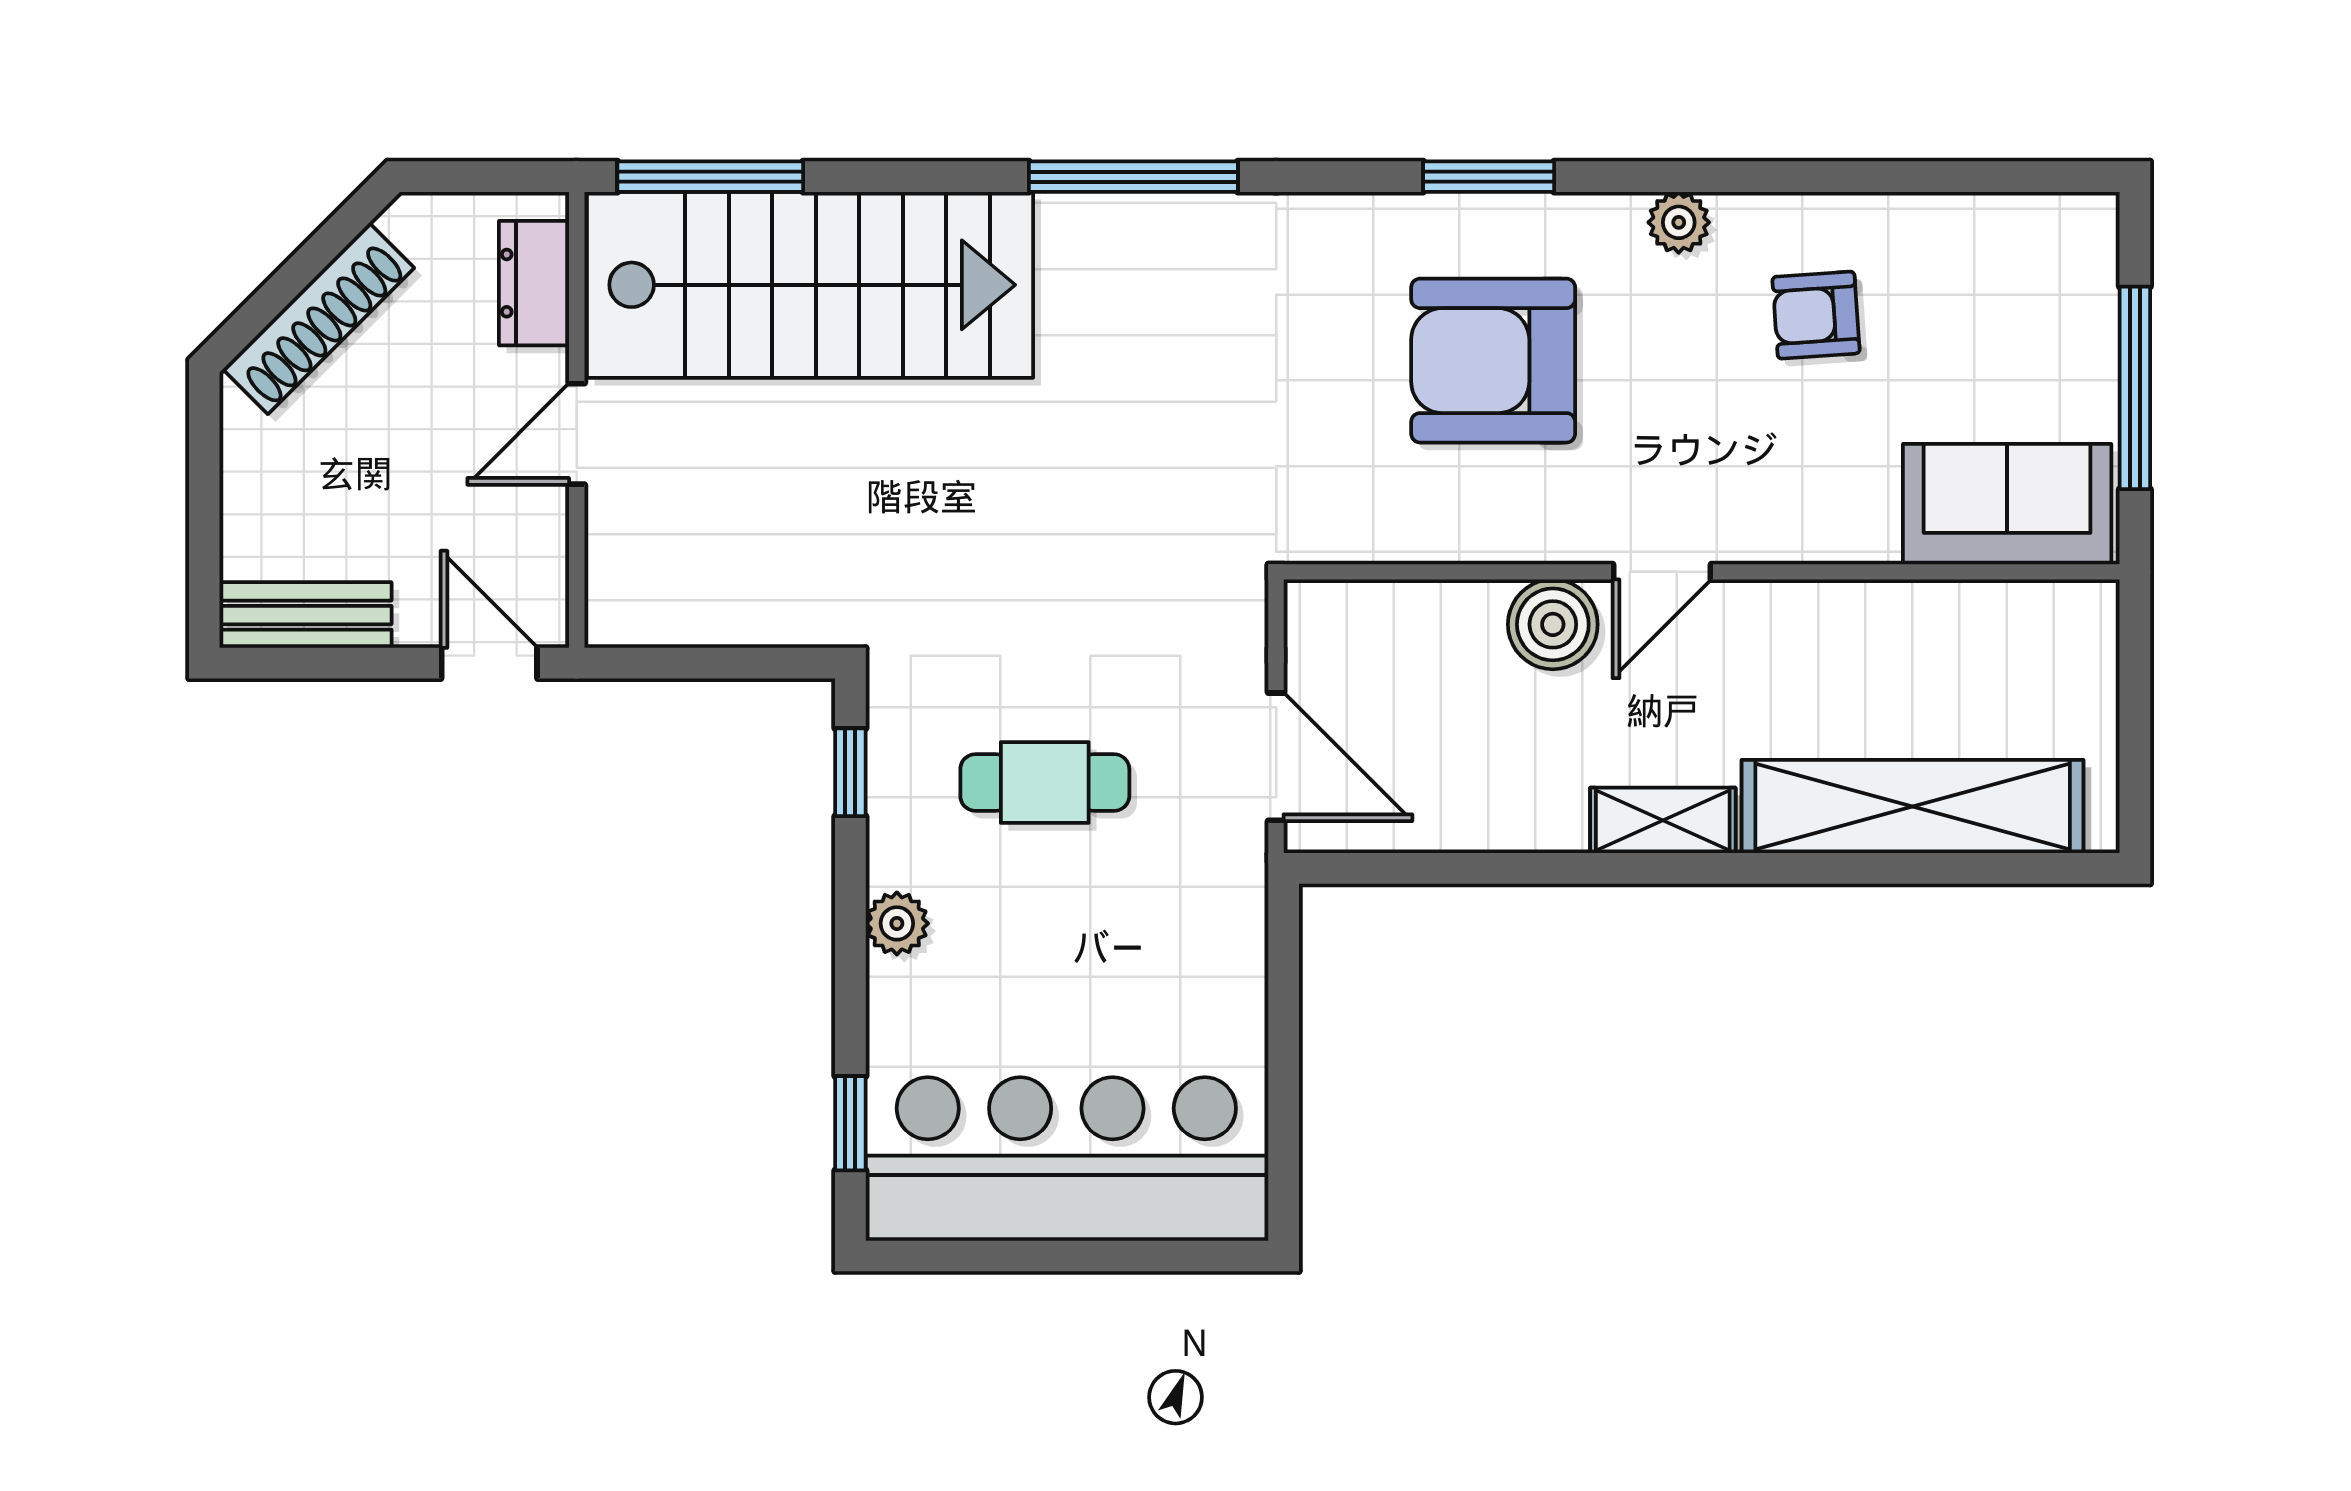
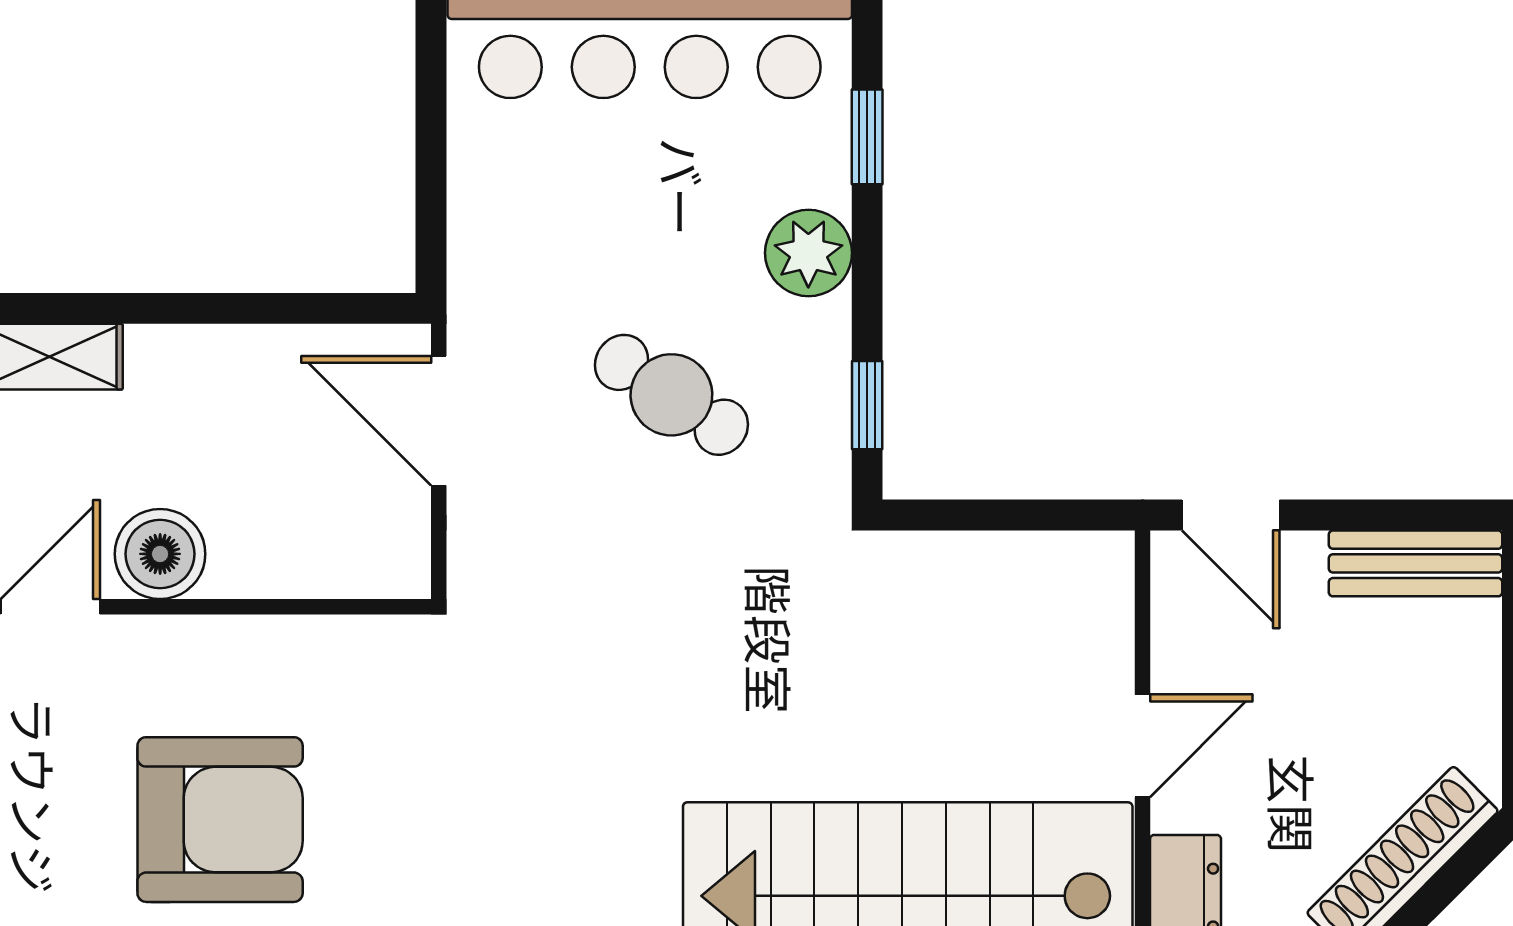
cafe table: (1045, 783) -> (671, 395), turned 33
plant: (897, 923) -> (808, 253), width x1.38, depth x1.38
window: (850, 1123) -> (867, 137), moved

